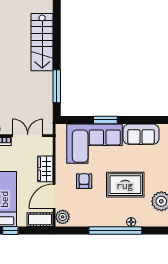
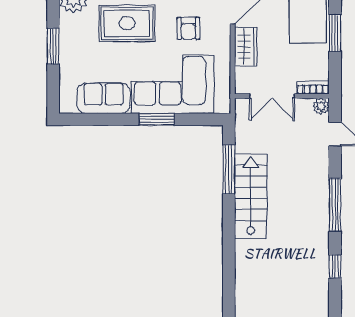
stairs: (42, 42) -> (251, 196), moved

